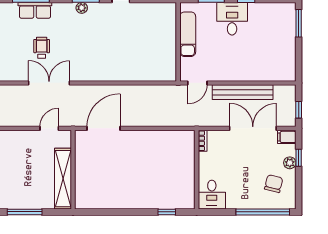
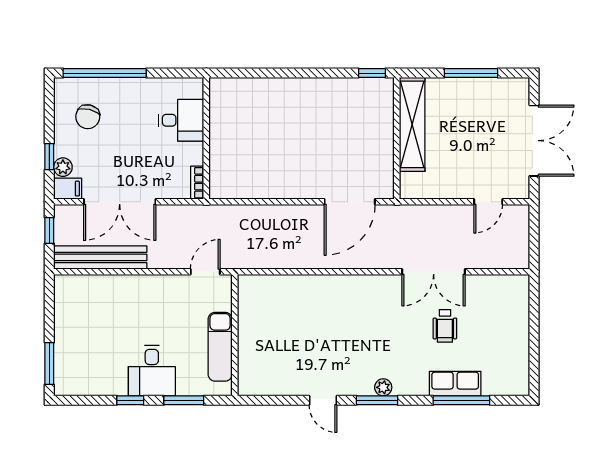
bench: (243, 92) -> (100, 257), moved
door: (49, 128) -> (488, 202), moved
plant: (290, 163) -> (63, 167), moved
desk: (212, 195) -> (181, 120), moved, turned 90
window: (167, 212) -> (372, 73), moved

